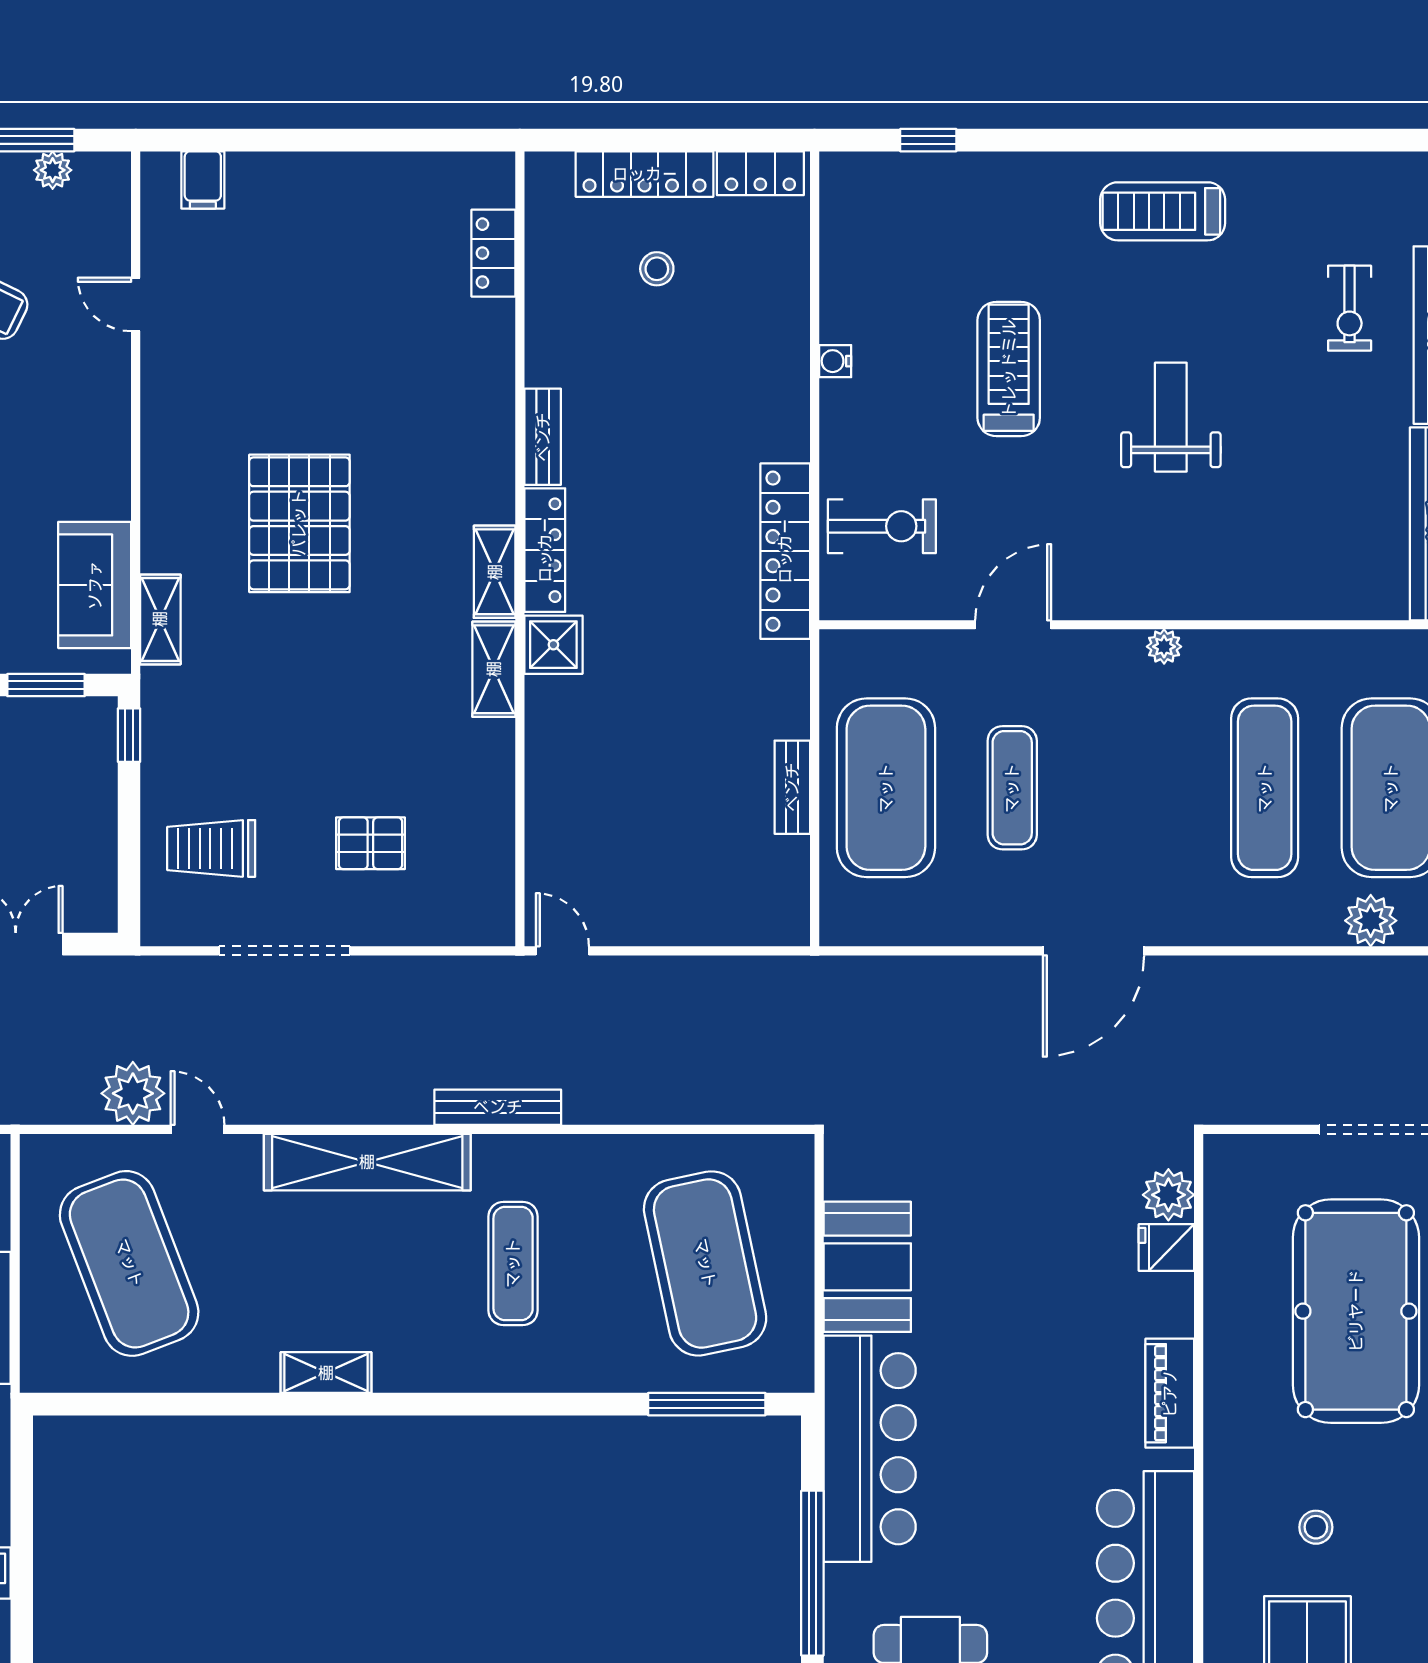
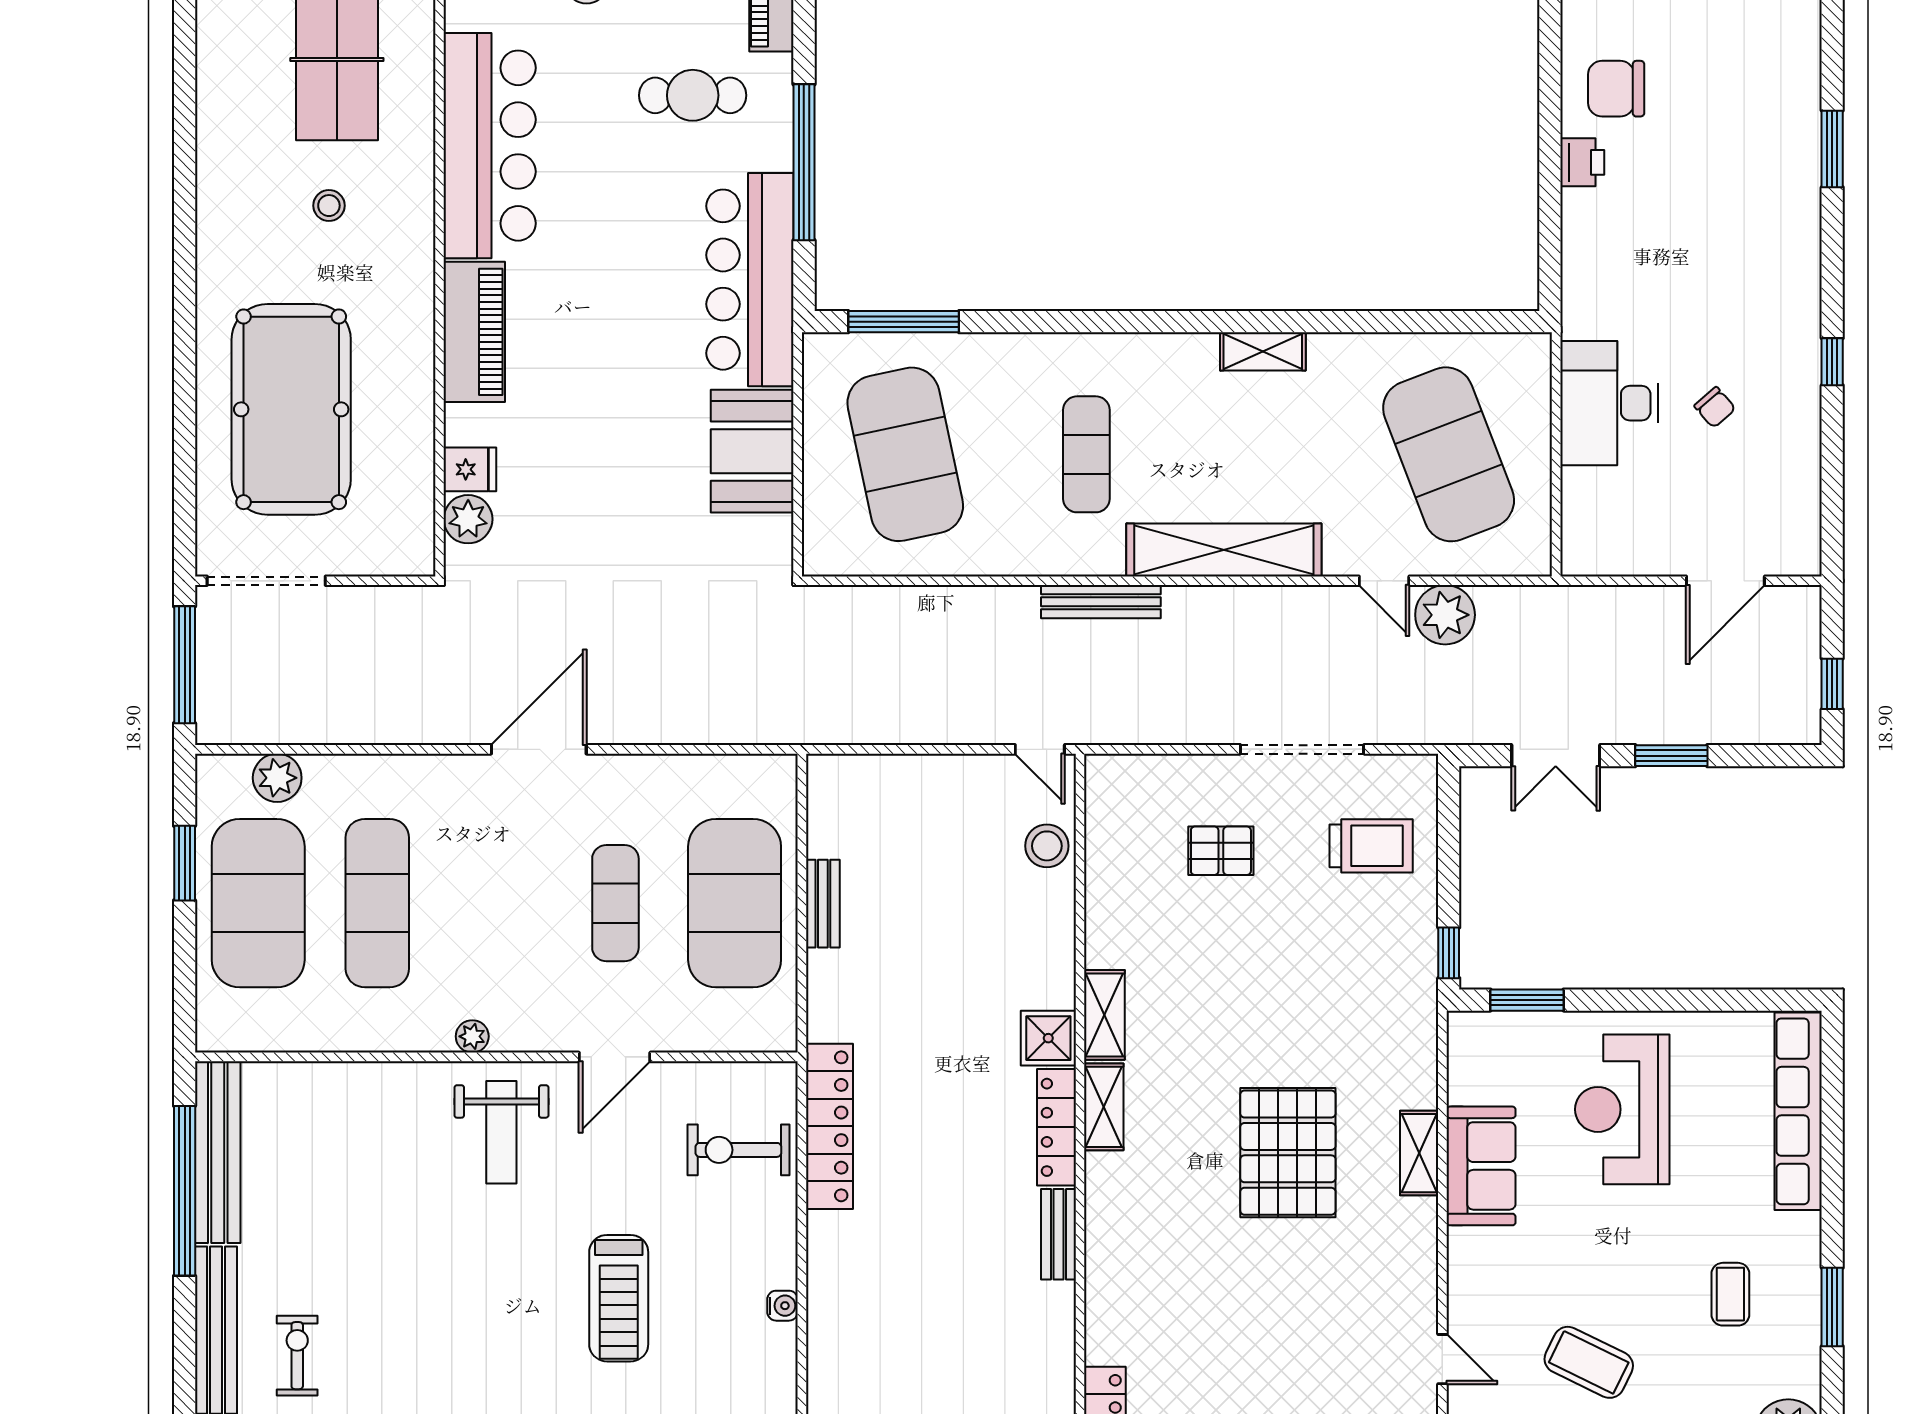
stool: (657, 269) -> (1047, 846), moved, width x1.37, depth x1.37
weight bench: (1171, 417) -> (501, 1132), moved
sofa: (95, 585) -> (1481, 1166), moved
shelving: (160, 619) -> (1419, 1153), moved
piano: (1170, 1393) -> (474, 332), width x1.37, depth x1.33

